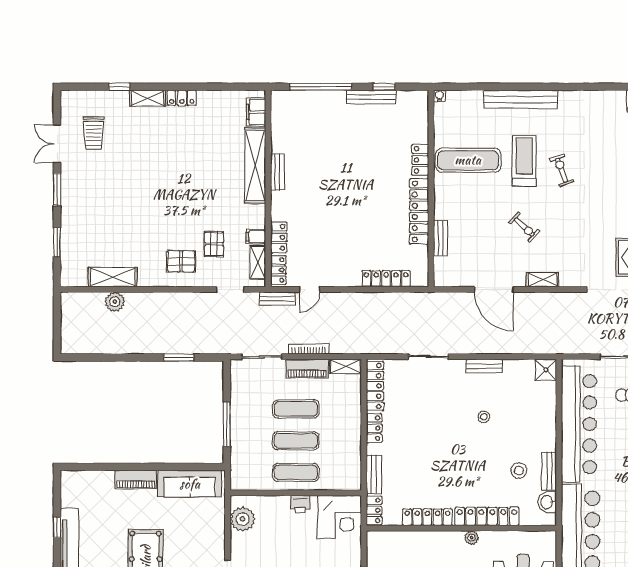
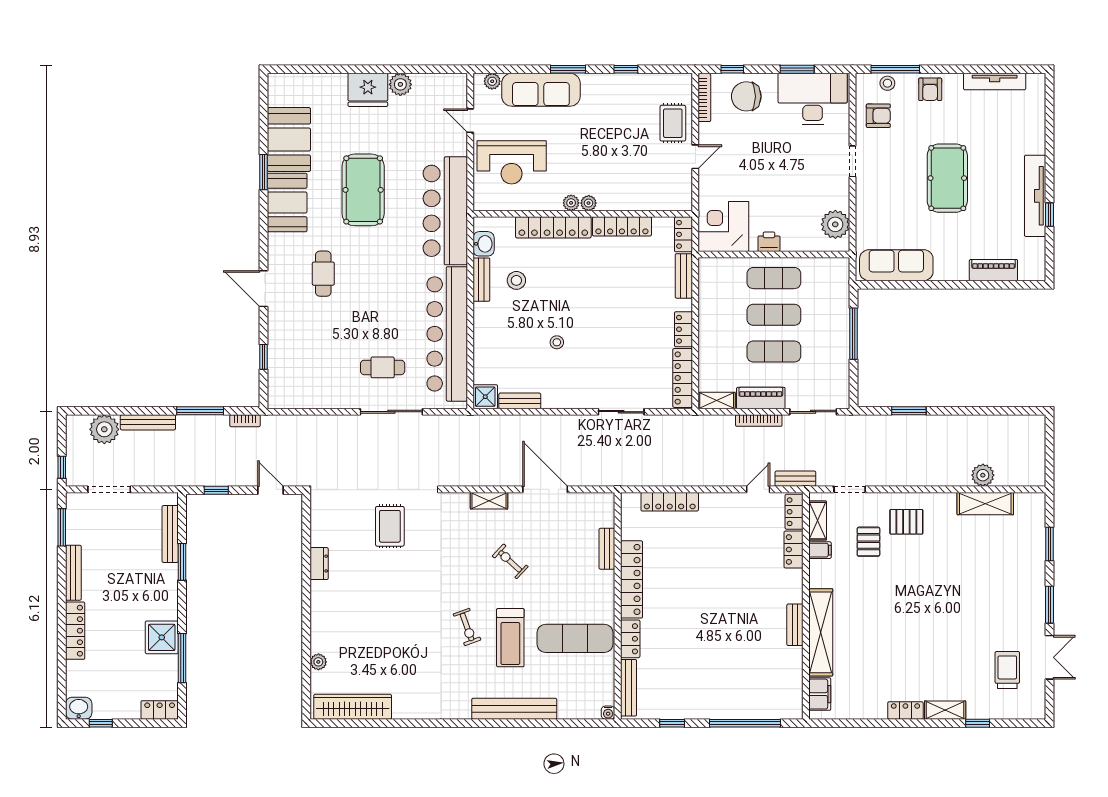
bench: (371, 97) -> (629, 688), moved, turned 90
bench: (484, 366) -> (520, 401), moved
piano: (136, 479) -> (993, 270), moved
plant: (456, 537) -> (589, 203), added

